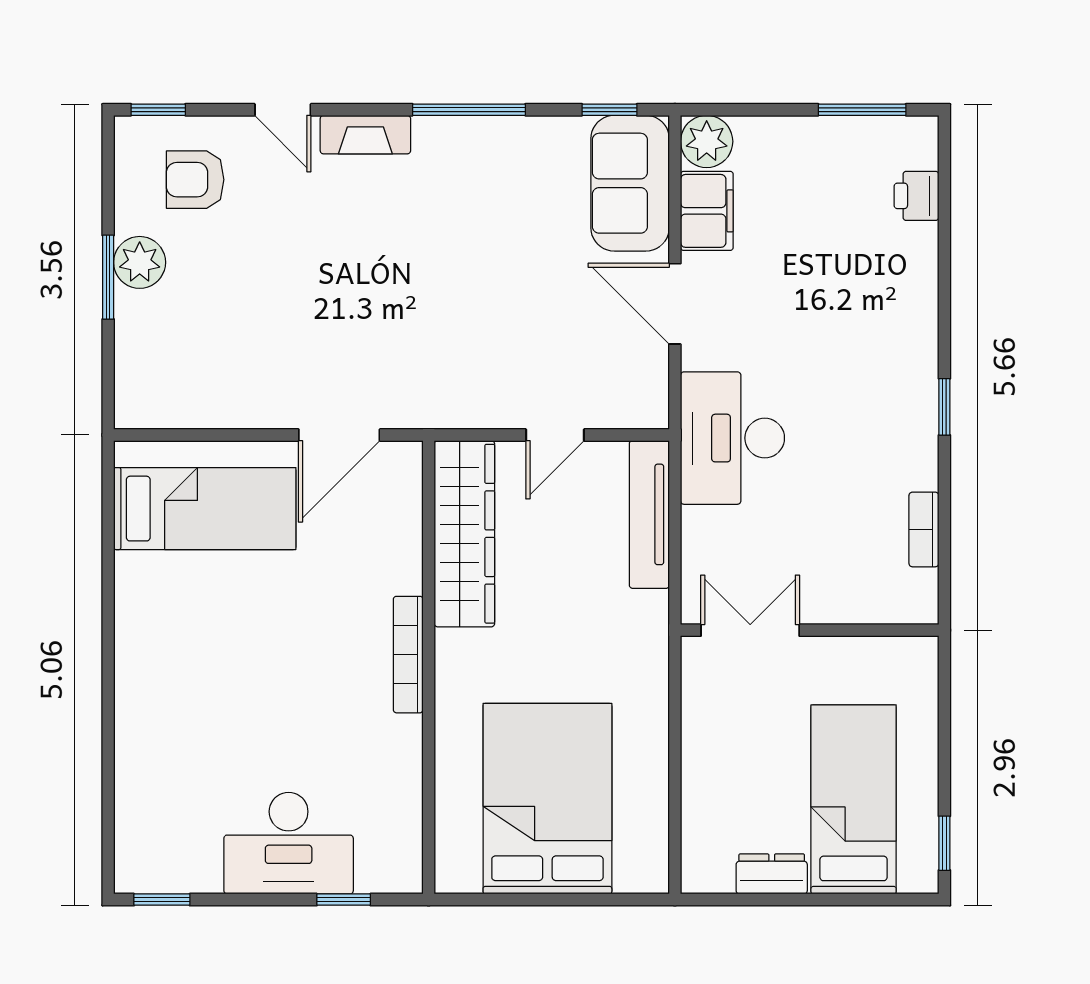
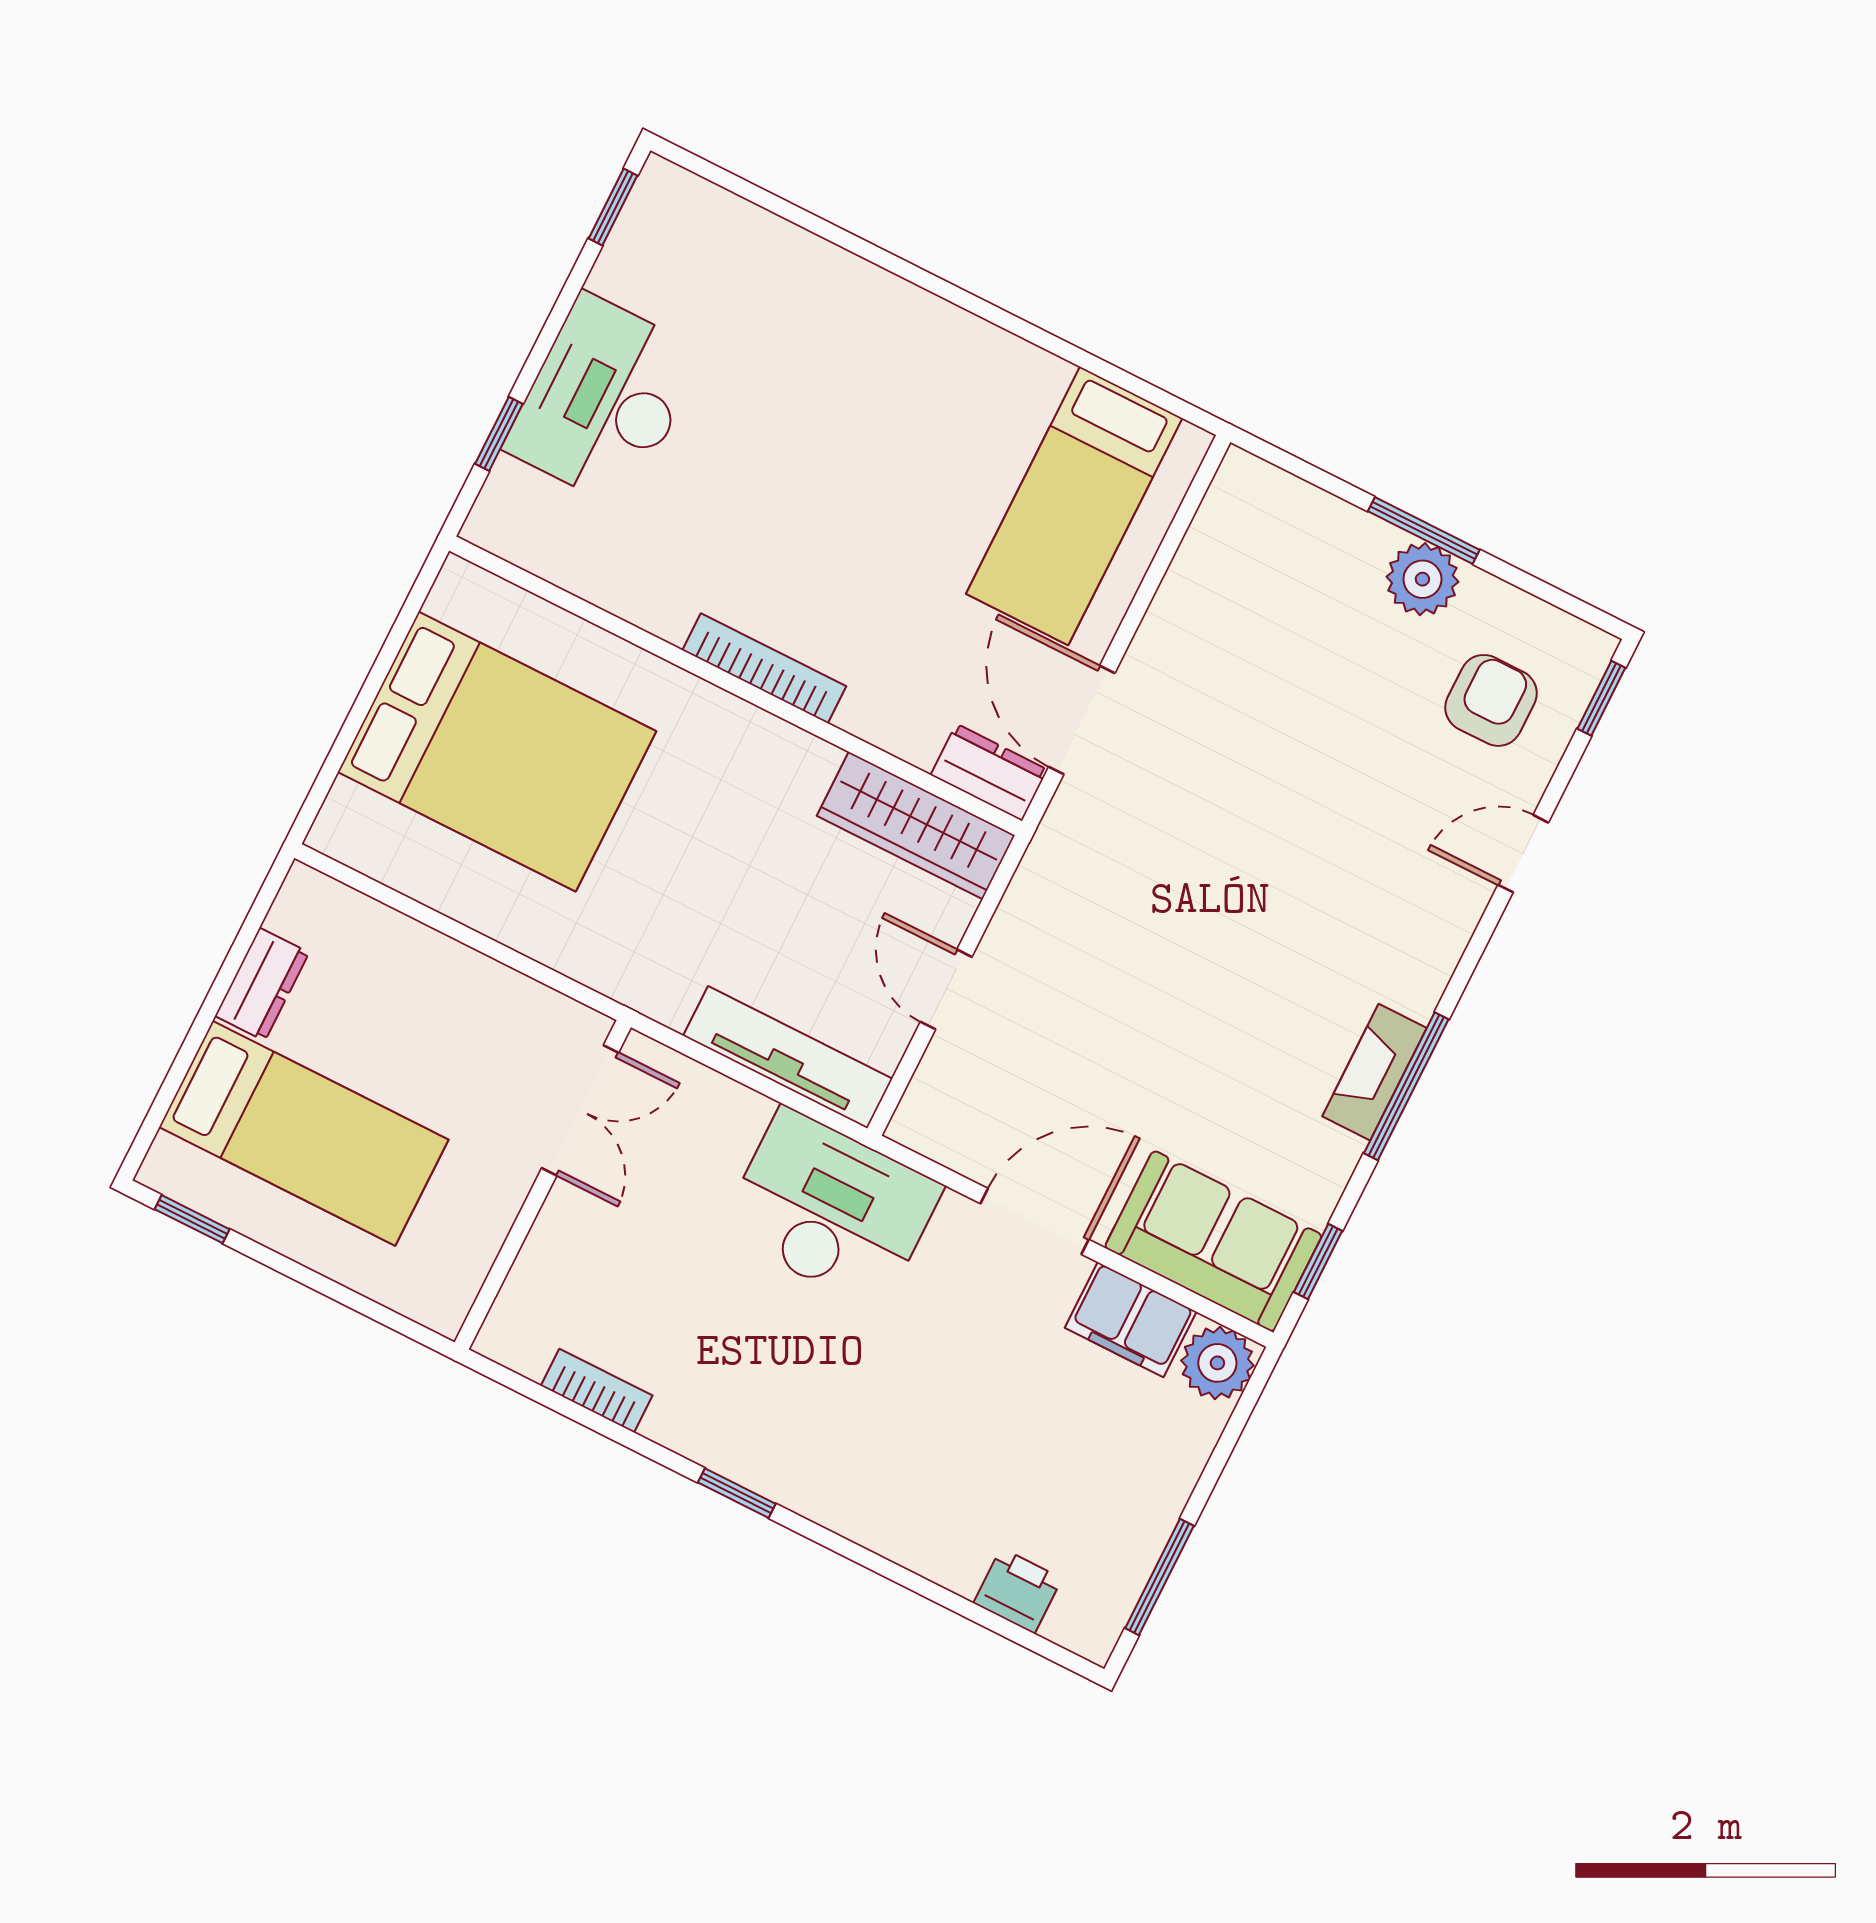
fireplace: (365, 135) -> (1374, 1072), moved
dresser: (402, 477) -> (989, 772), added
wardrobe: (464, 534) -> (916, 825), width x0.71, depth x0.85

